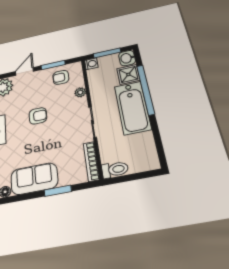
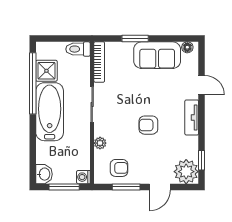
shower: (128, 74) -> (46, 71), moved
window: (146, 89) -> (33, 83), moved

